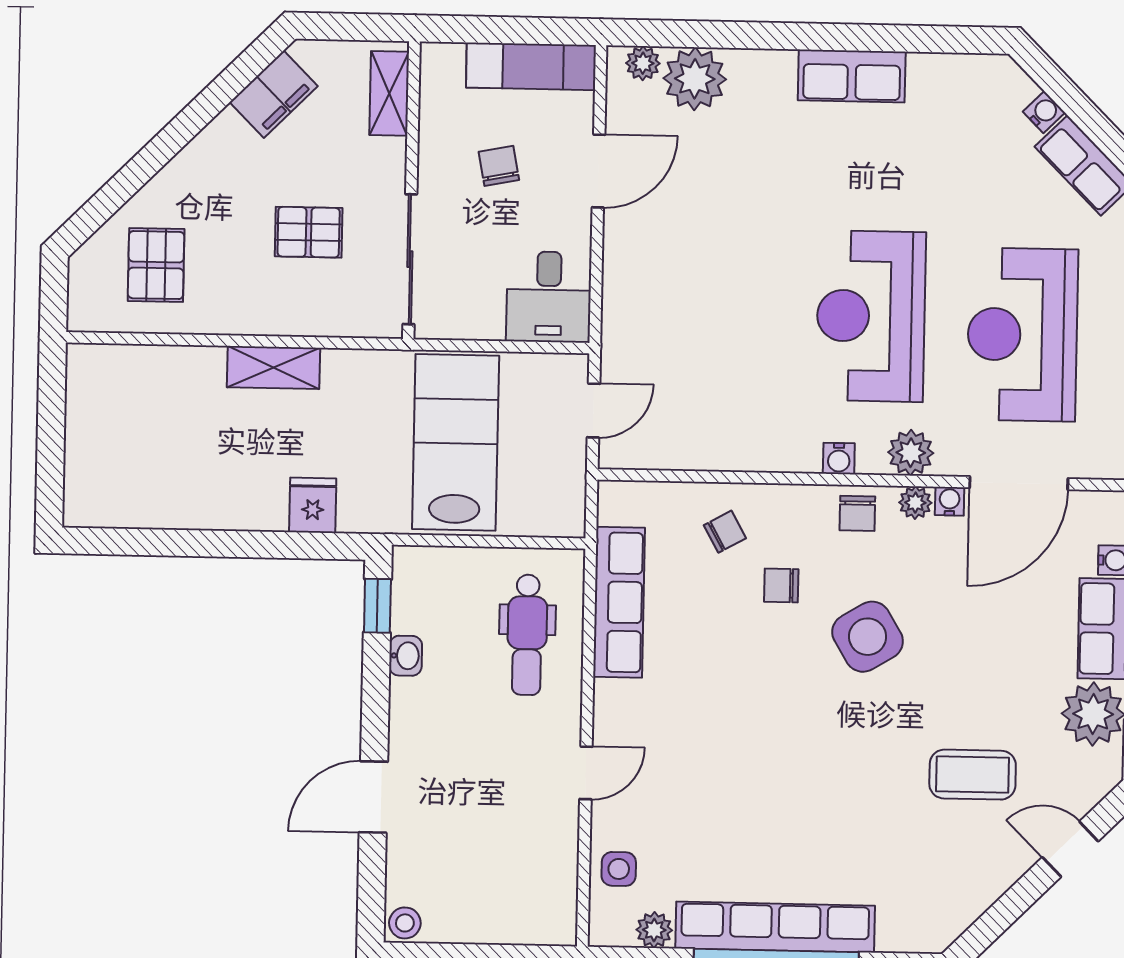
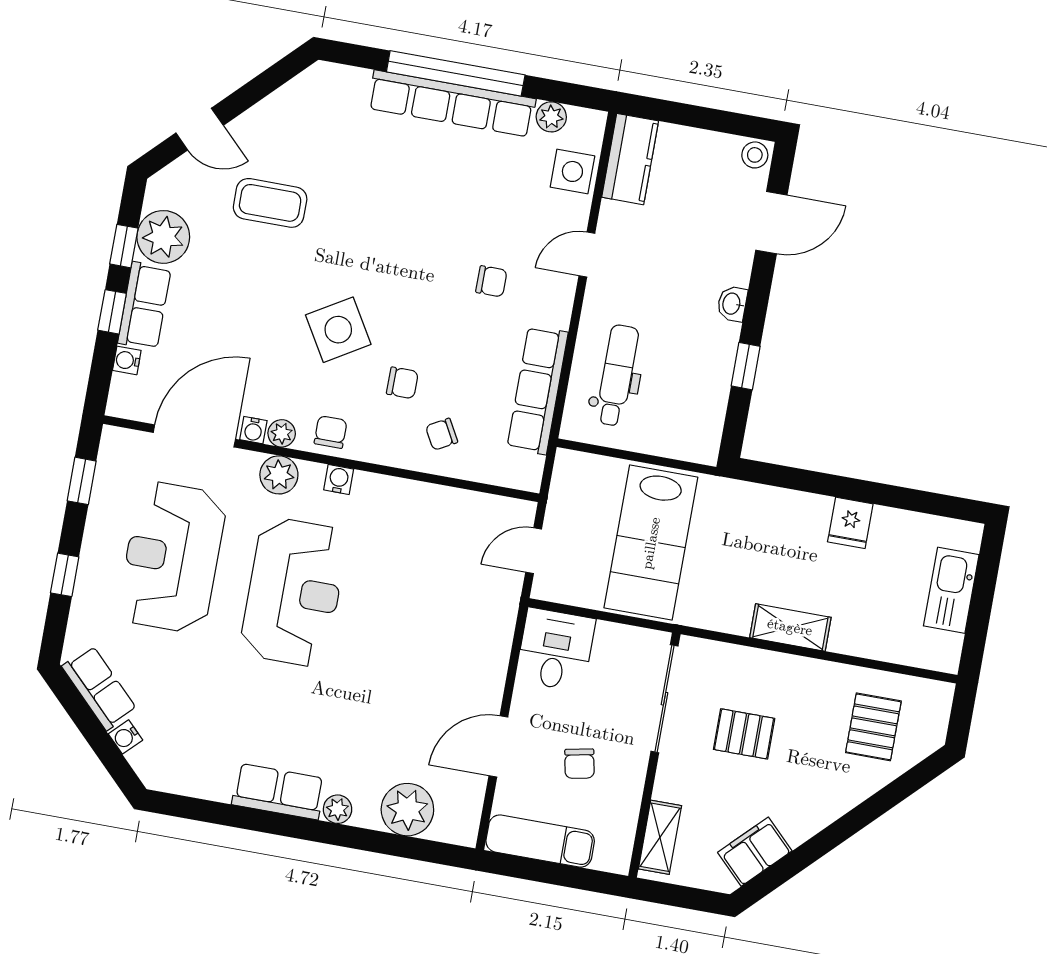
plant: (643, 63) -> (338, 809), moved
reception desk: (1022, 335) -> (172, 557), turned 180
kitchen sink: (89, 442) -> (951, 590), added
fridge: (313, 505) -> (850, 523), moved
window: (377, 606) -> (746, 366), moved
washbasin: (406, 656) -> (732, 304), moved
chair: (694, 723) -> (491, 281), added
door: (373, 797) -> (771, 223), moved
side table: (619, 869) -> (572, 171), width x1.37, depth x1.37
kitchen counter: (552, 895) -> (630, 159), added

